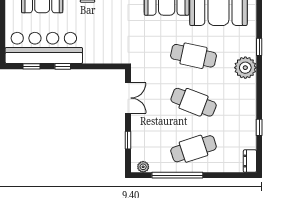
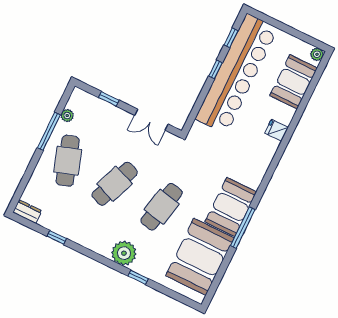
bar counter: (44, 48) -> (237, 74), width x1.36
plant: (143, 167) -> (67, 116), moved
window: (177, 175) -> (49, 131), width x0.68

